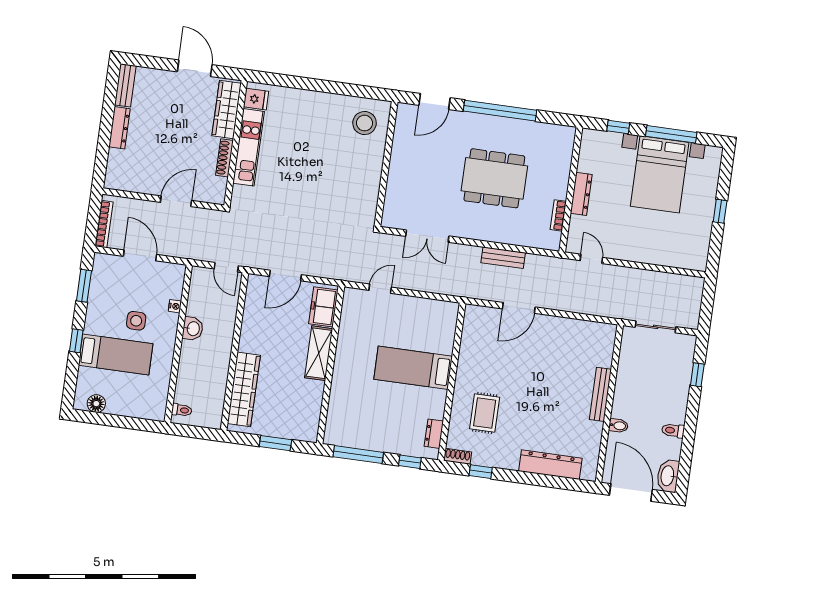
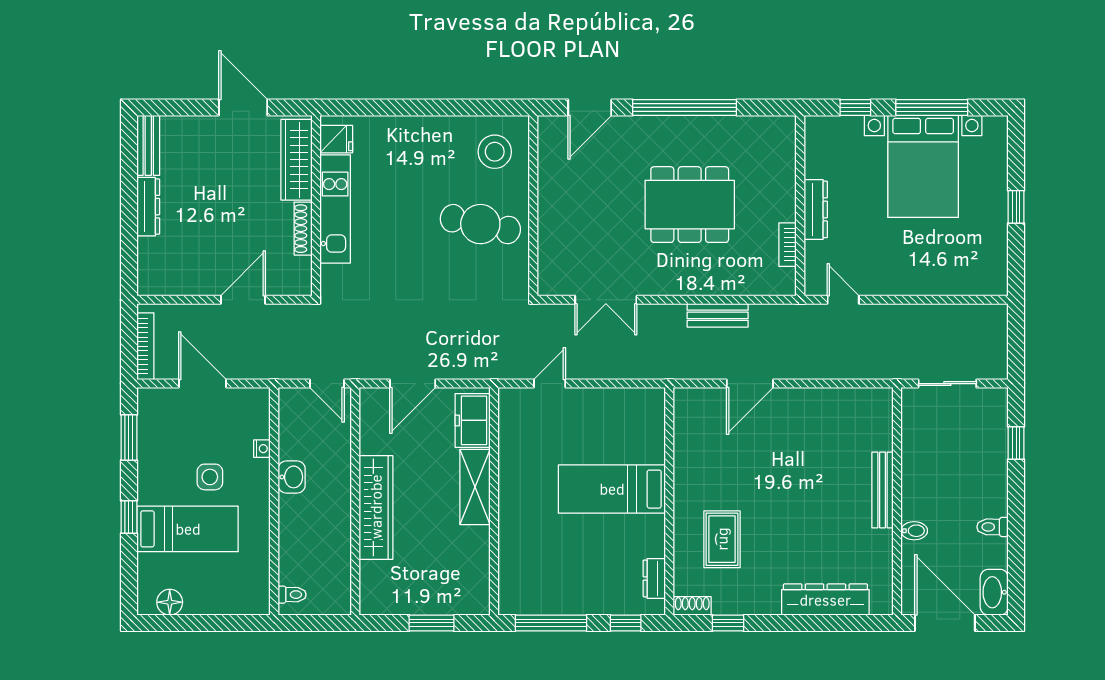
cafe table: (348, 172) -> (480, 224), added
wardrobe: (244, 389) -> (376, 507), moved

